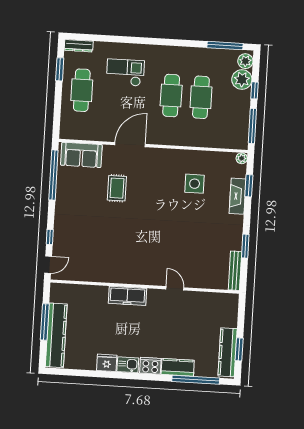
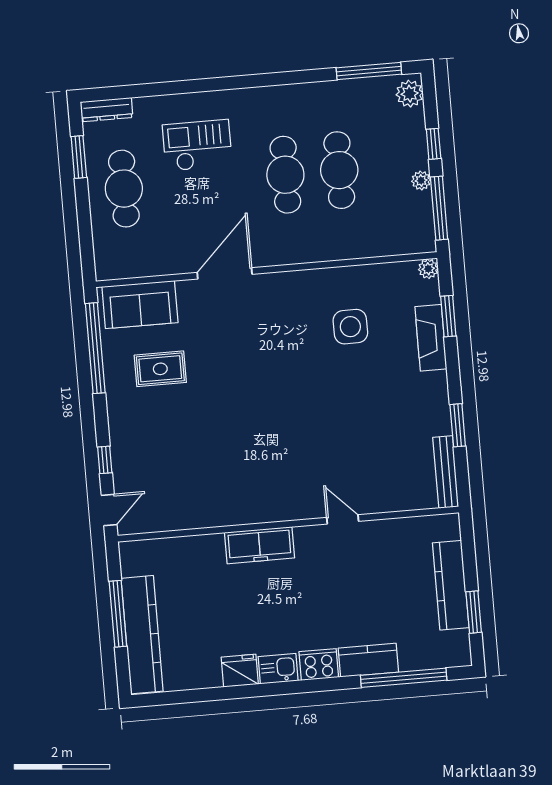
plant: (242, 79) -> (421, 180), moved, width x0.53, depth x0.53
rug: (117, 188) -> (160, 369), moved, turned 90
kitchen counter: (228, 352) -> (451, 585), moved

